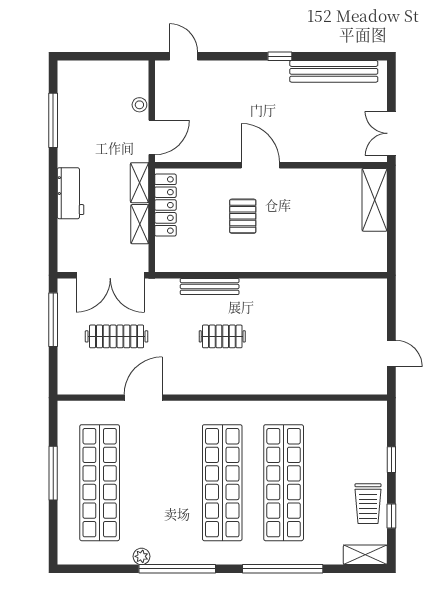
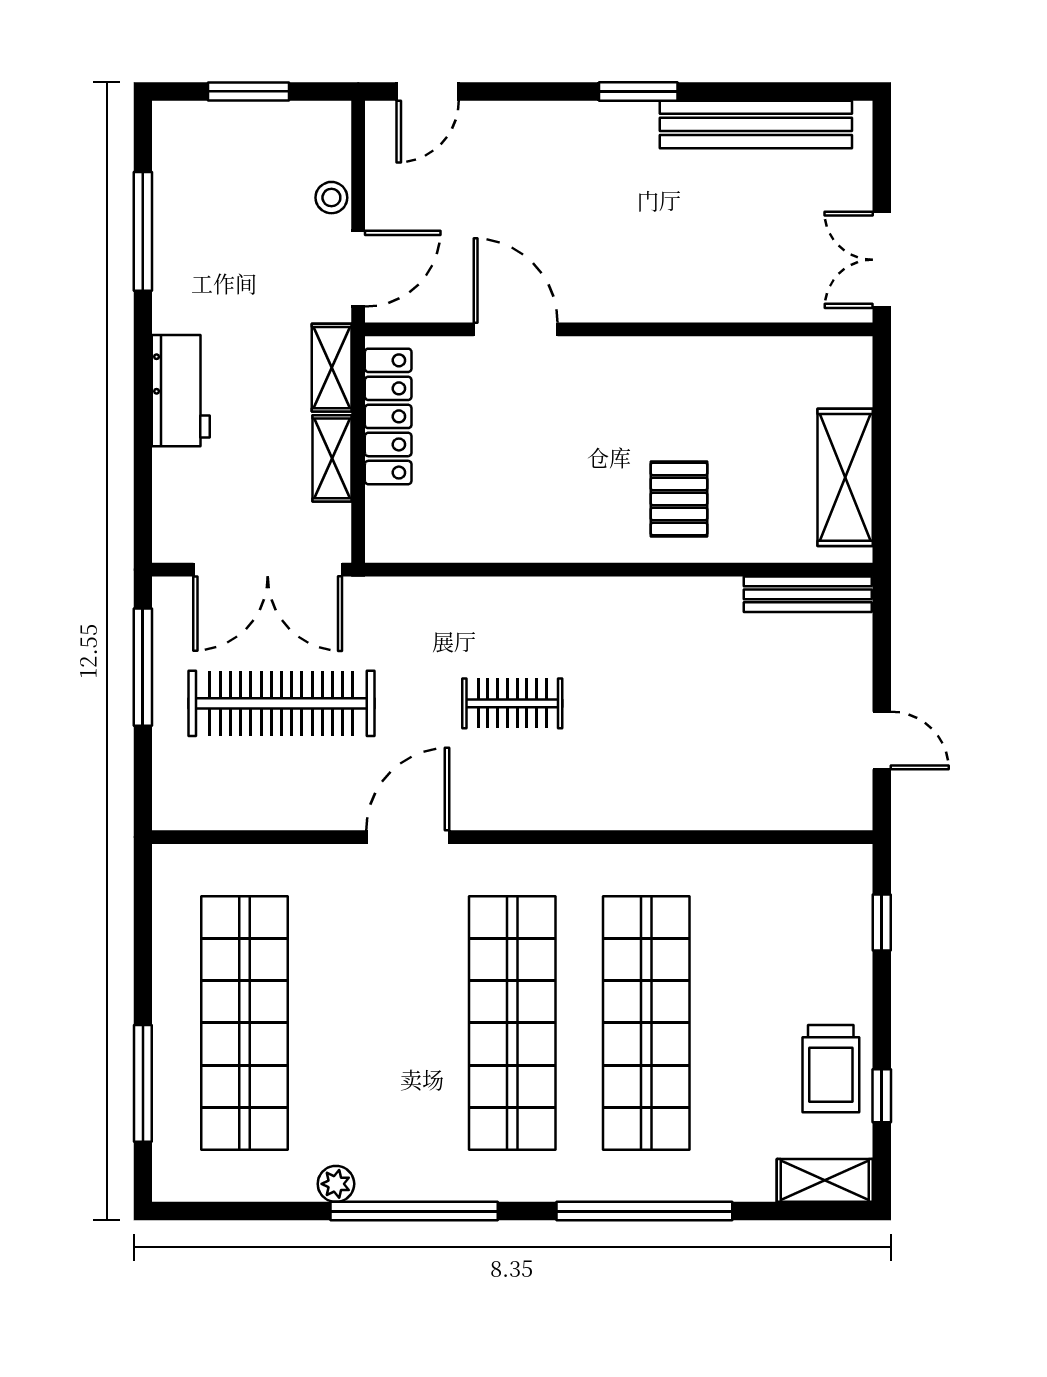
window: (101, 56) -> (248, 91), added
door: (184, 56) -> (428, 91), swing flipped
window: (280, 56) -> (638, 91), width x1.50
door: (260, 165) -> (516, 329), moved
shelving: (375, 200) -> (845, 477), moved
pallet: (243, 216) -> (679, 499), moved
bench: (210, 286) -> (808, 594), moved
clothes rail: (117, 336) -> (281, 703), width x1.37, depth x1.31
door: (143, 398) -> (408, 837), moved
window: (391, 460) -> (882, 923), moved
window: (53, 473) -> (143, 1083), moved

